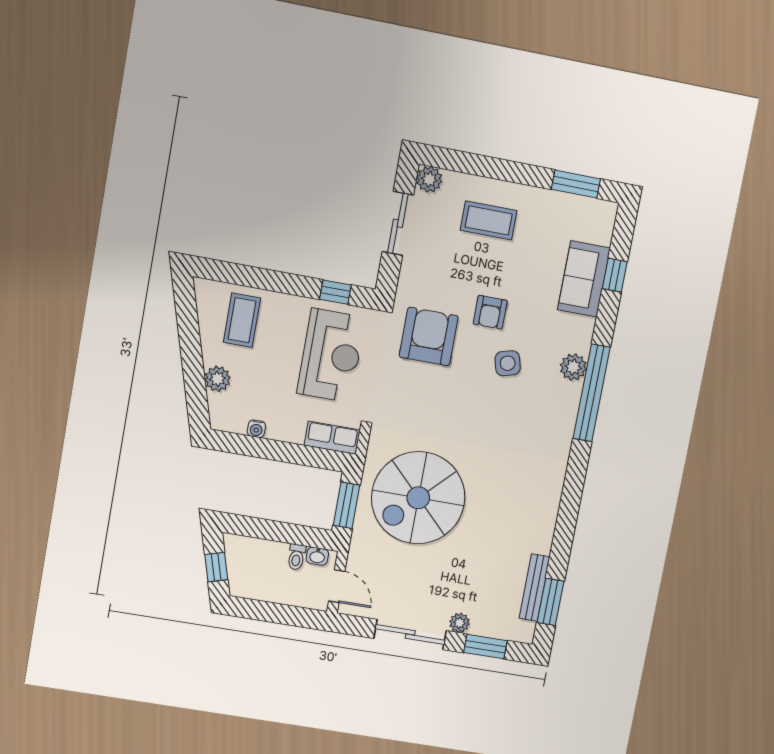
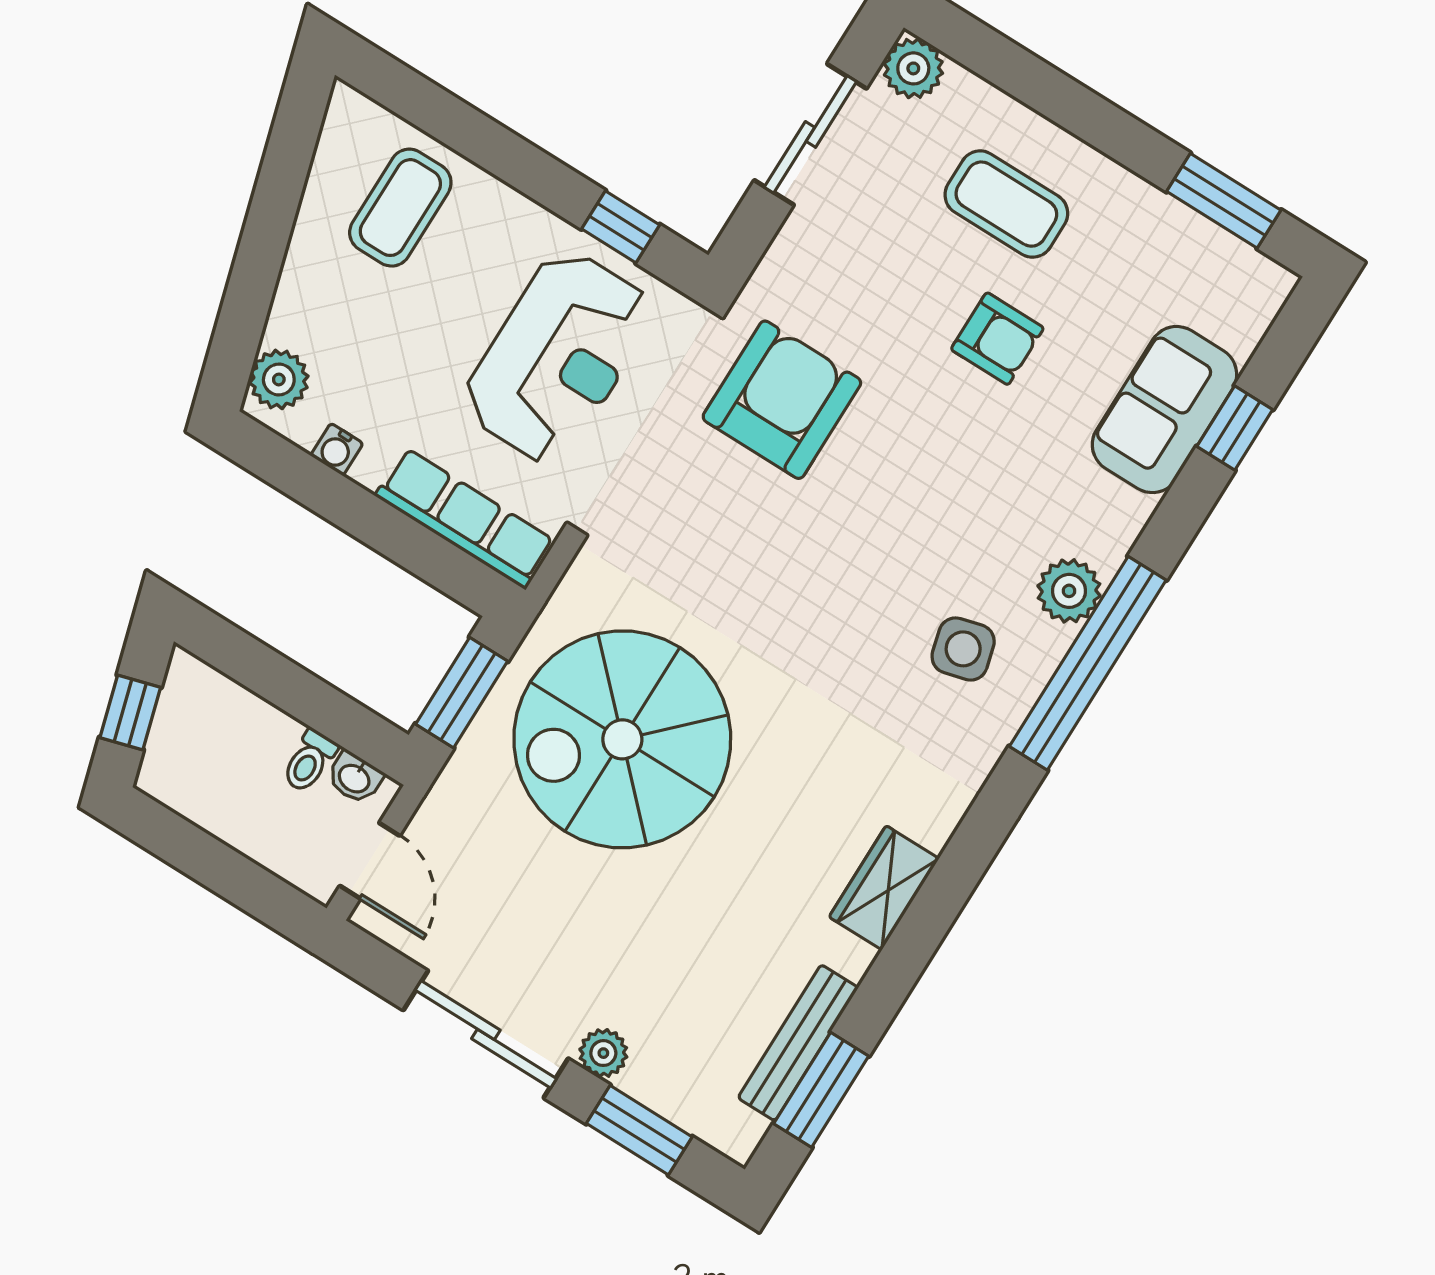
armchair: (490, 312) -> (997, 339), moved, turned -90
side table: (508, 363) -> (963, 649), moved
plant: (217, 379) -> (279, 379), moved
row of seats: (332, 438) -> (465, 518), width x1.48
wardrobe: (545, 514) -> (884, 888), added

